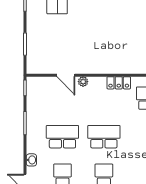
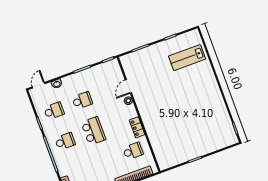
school desk: (62, 137) -> (82, 100), width x0.54

